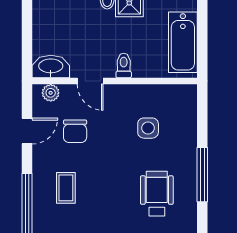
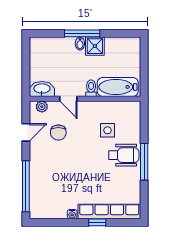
bathtub: (183, 42) -> (118, 87), moved, turned 90
coffee table: (66, 188) -> (52, 171), removed
wheelchair: (157, 194) -> (124, 155), moved, turned 90

